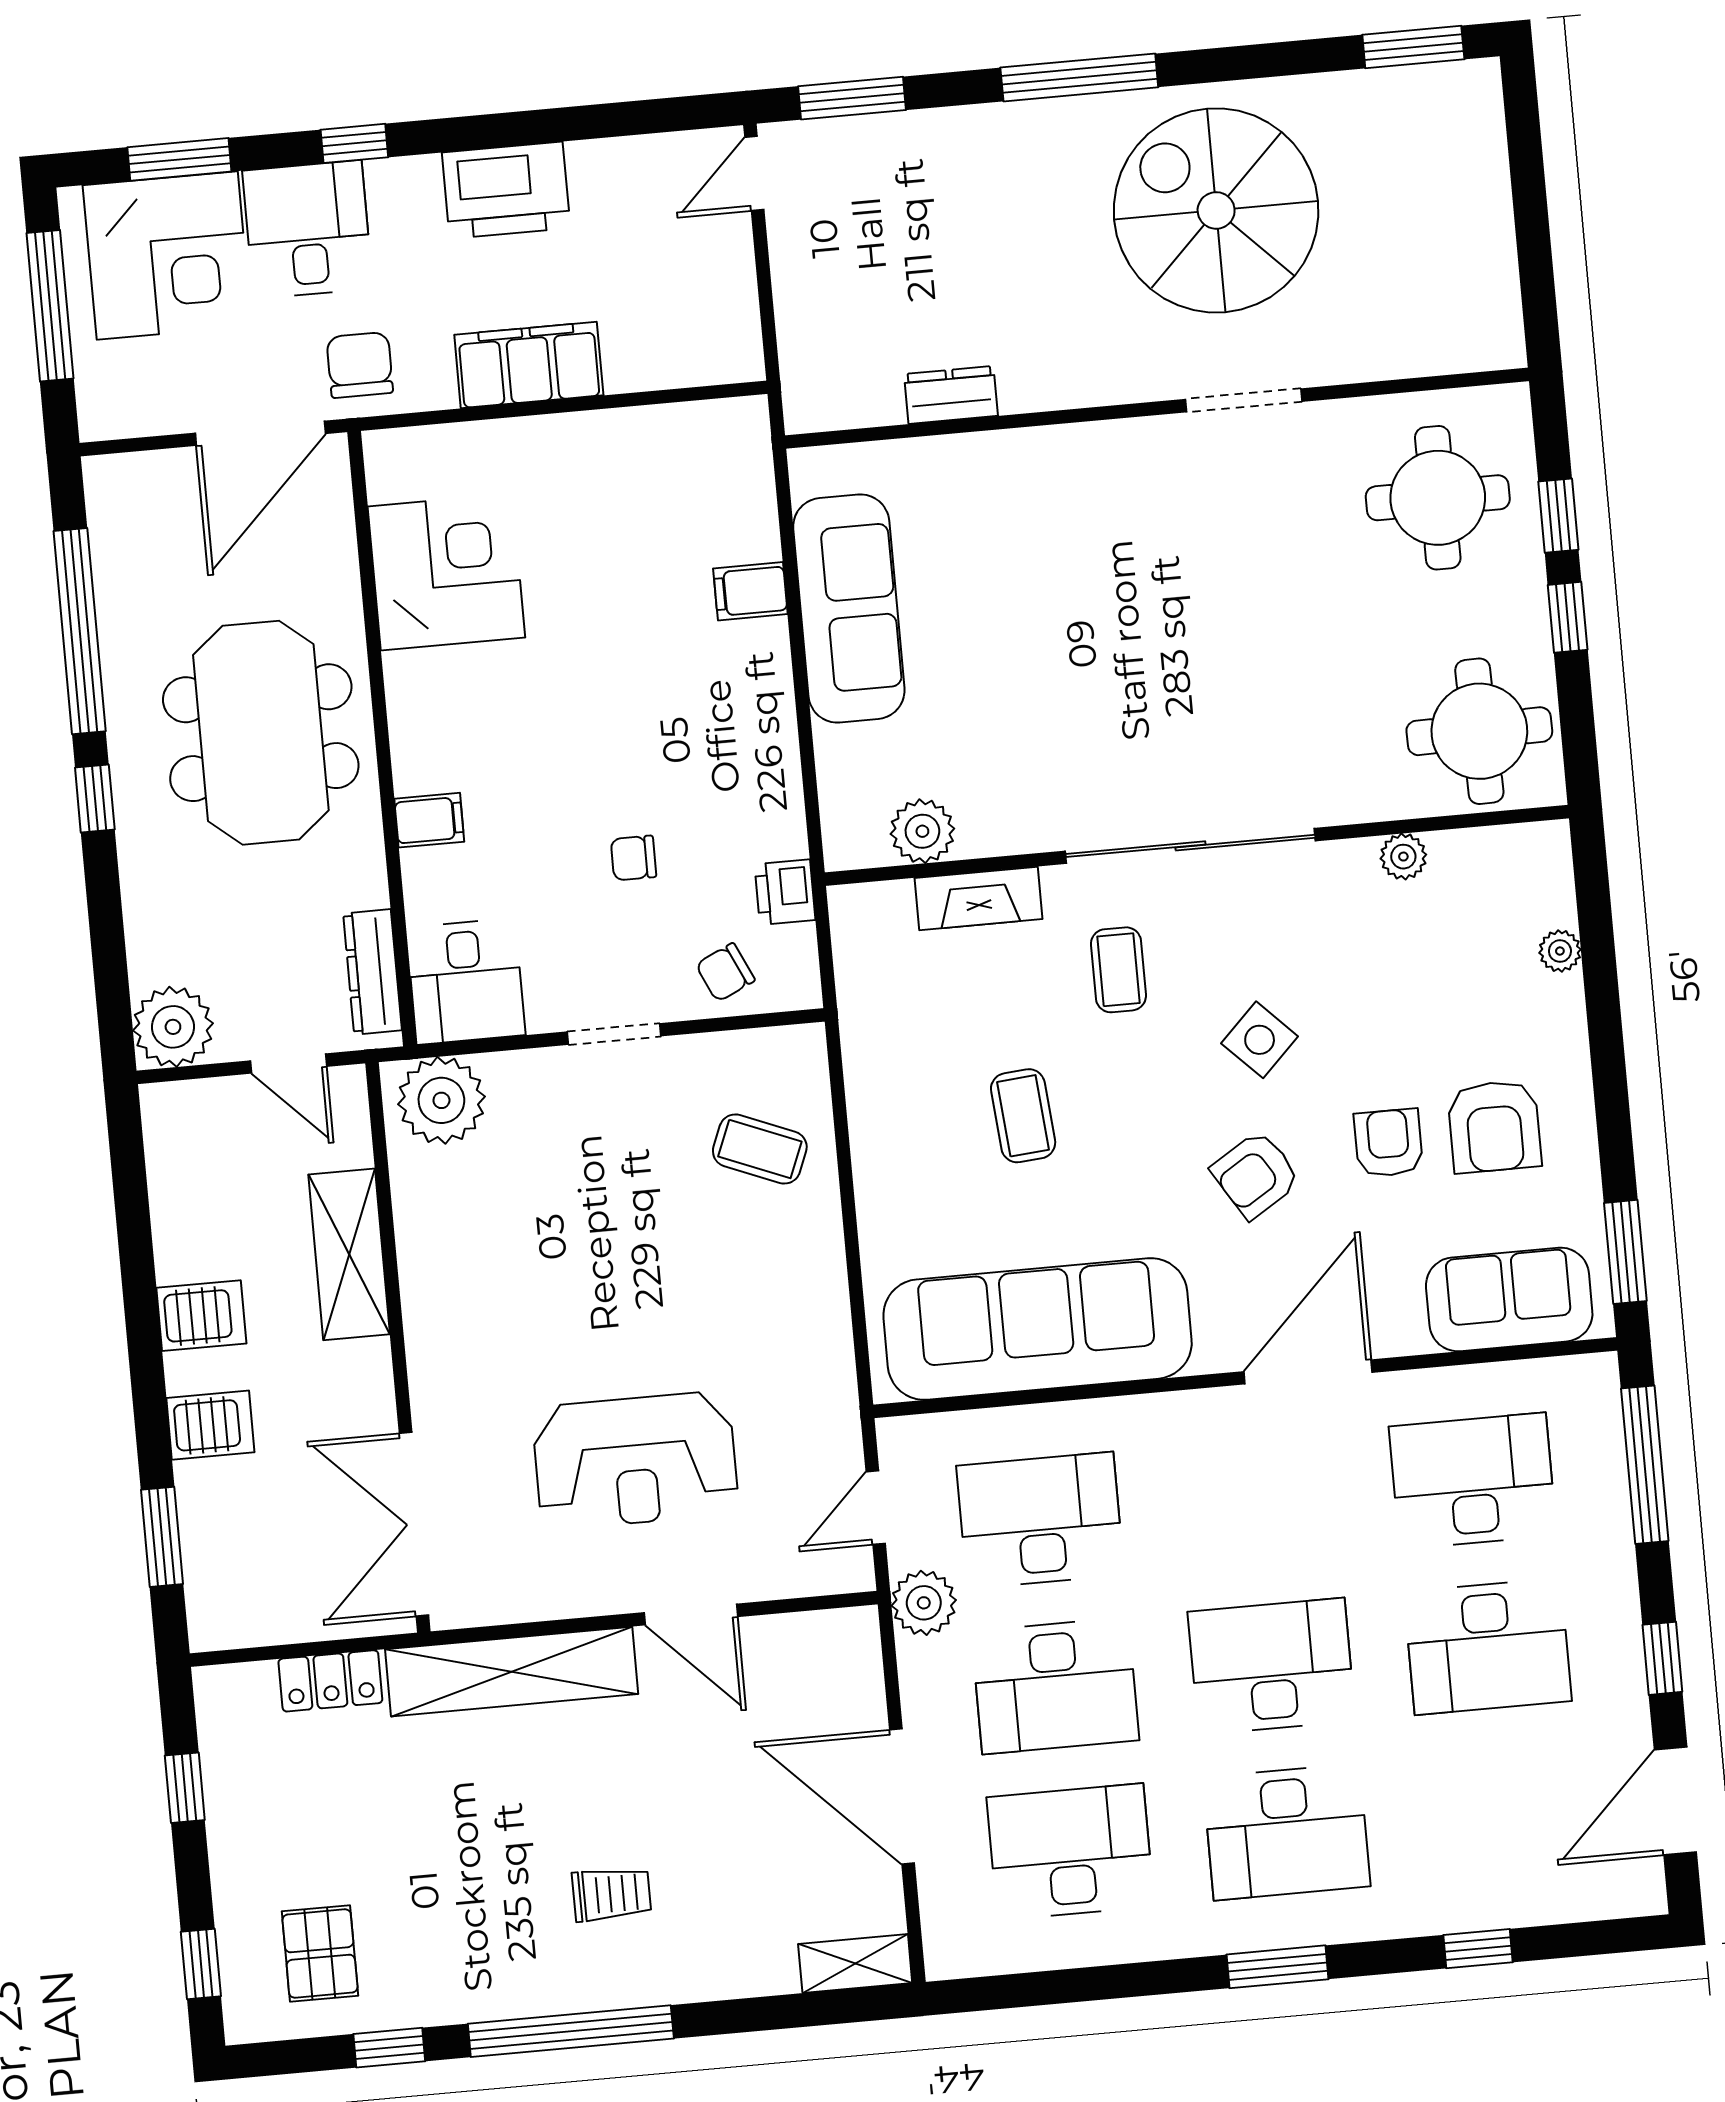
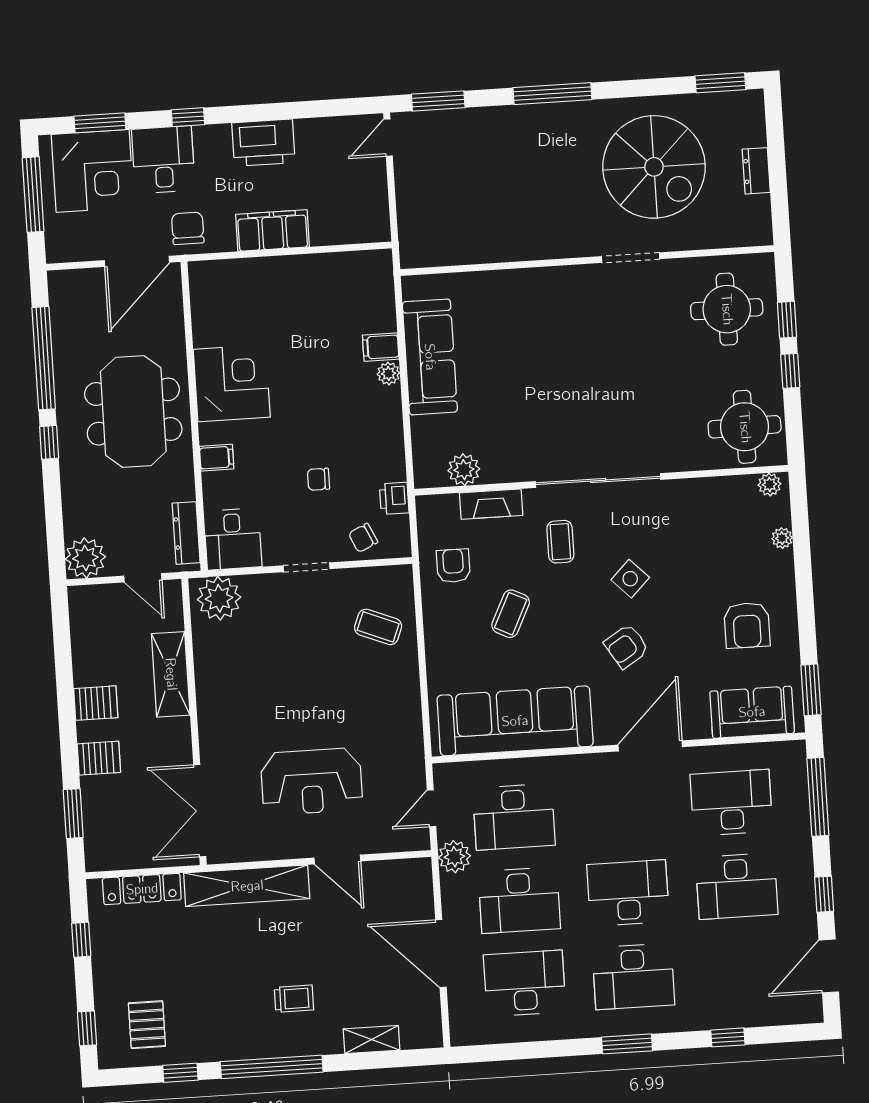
spiral stairs: (1216, 210) -> (654, 167), moved, turned 180
dresser: (951, 395) -> (756, 171), moved, turned -90
corner desk: (446, 572) -> (232, 383), moved
plant: (767, 644) -> (388, 374), added
plant: (1403, 857) -> (770, 484), moved
coffee table: (1023, 1116) -> (511, 614), turned 31
armchair: (1388, 1143) -> (453, 566), moved
desk: (1040, 1520) -> (514, 817), turned 180
locker: (330, 1681) -> (142, 889), width x1.53
shelving: (855, 1963) -> (372, 1039), moved

